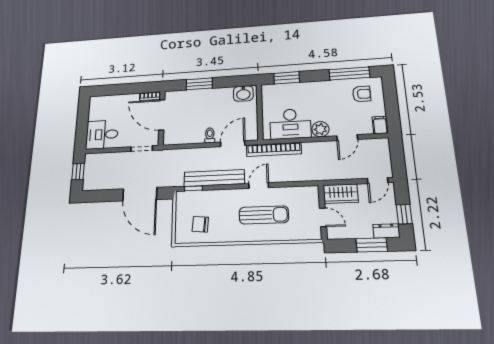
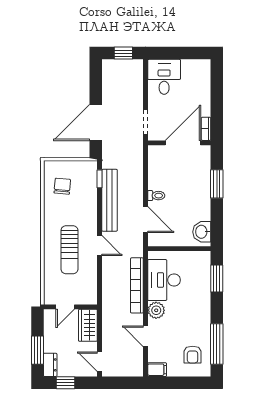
bookcase: (274, 149) -> (137, 285), moved

